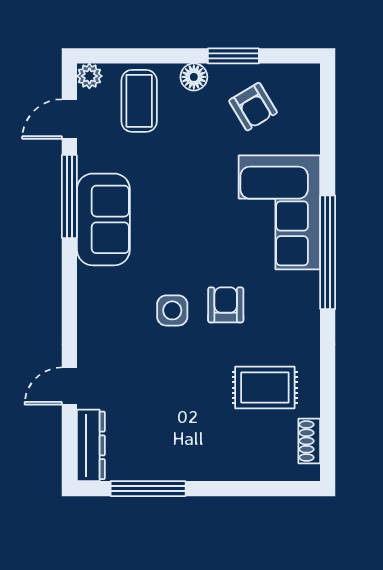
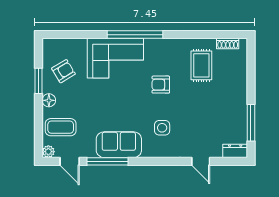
side table: (172, 310) -> (162, 128), moved
dresser: (91, 445) -> (235, 151), width x0.70

